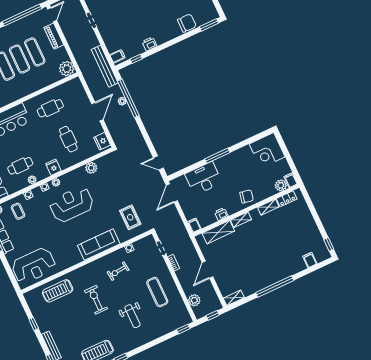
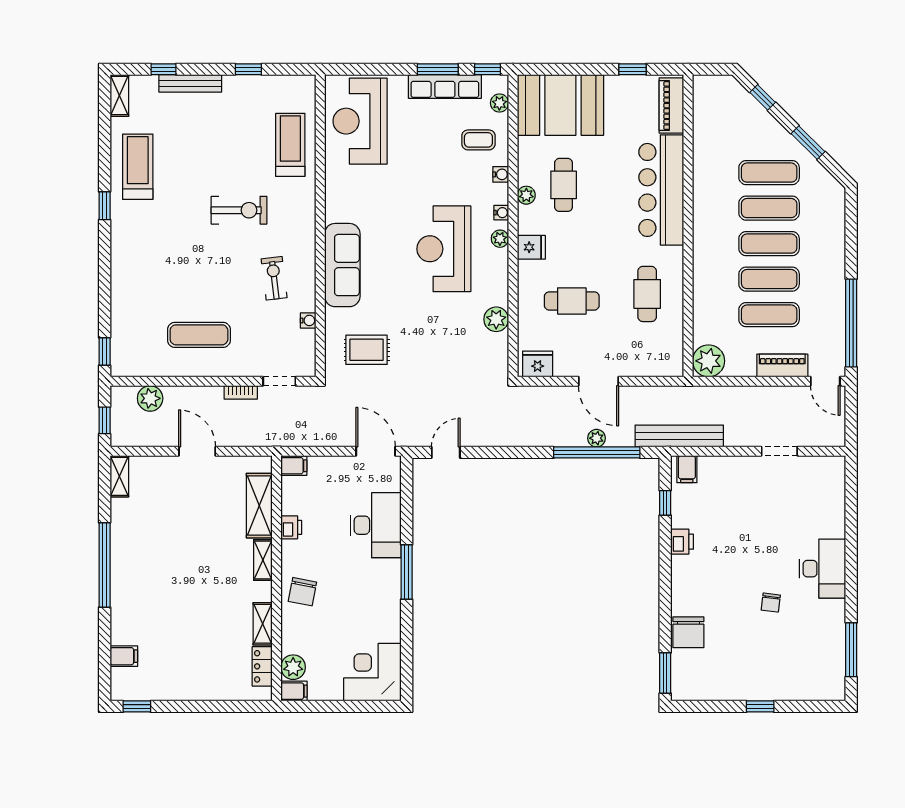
reception desk: (72, 204) -> (444, 249), turned 180
weight bench: (132, 316) -> (175, 266), removed

